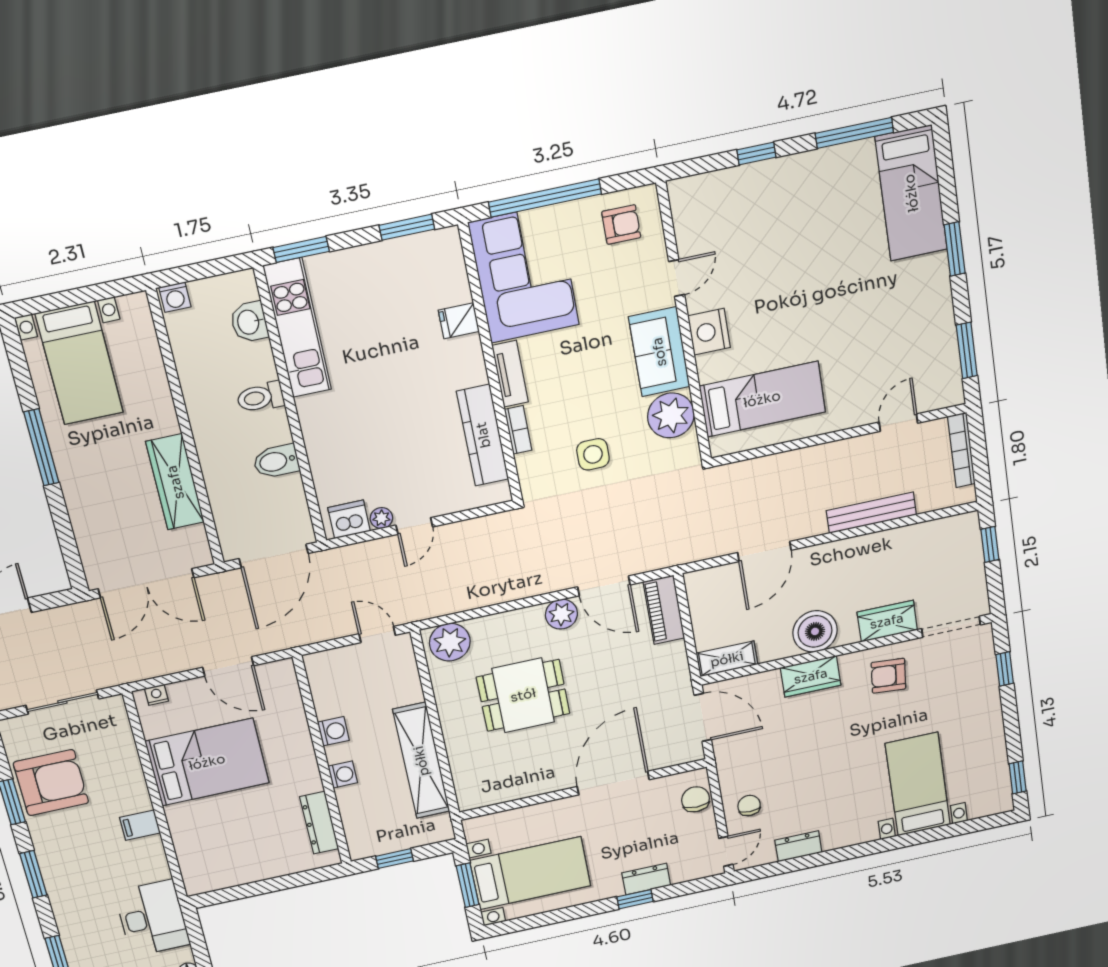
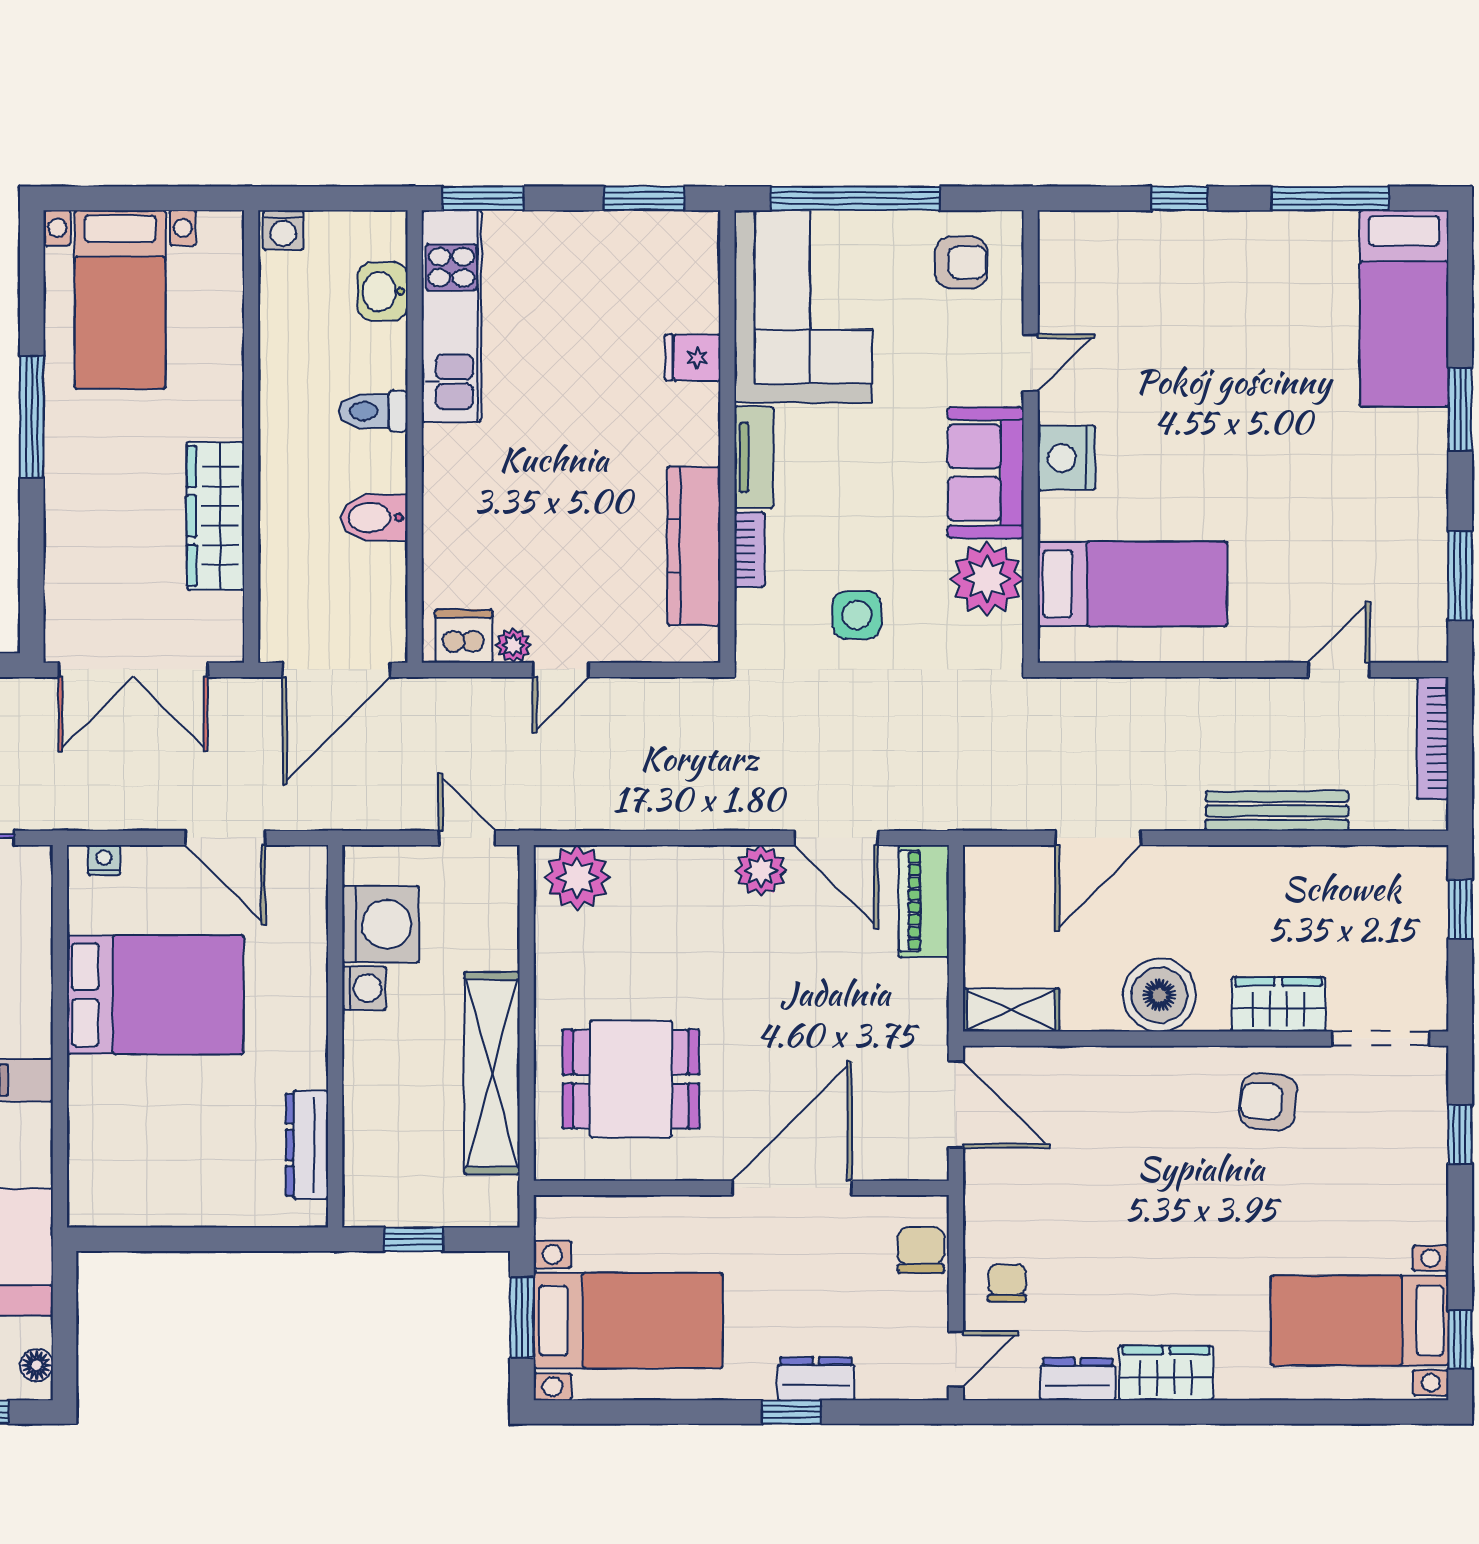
wardrobe: (811, 676) -> (1166, 1373), moved, turned 180
dining table: (523, 695) -> (631, 1079), moved
washing machine: (343, 774) -> (381, 924), moved, width x1.89, depth x1.89
bed with nightstands: (918, 784) -> (1360, 1320), moved, turned -90

